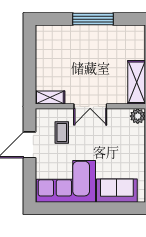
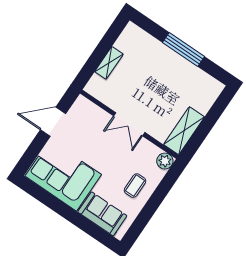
shelving: (50, 98) -> (109, 63), moved, turned 90
coffee table: (62, 133) -> (135, 186), moved

